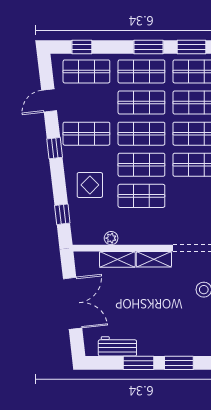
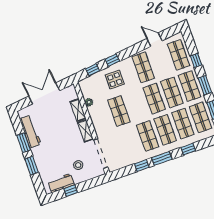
window: (82, 47) -> (196, 60), moved
window: (55, 148) -> (112, 60), moved
shop shelf: (141, 165) -> (137, 105), removed
double door: (73, 303) -> (44, 93), swing flipped
workbench: (117, 346) -> (30, 132), width x1.38

